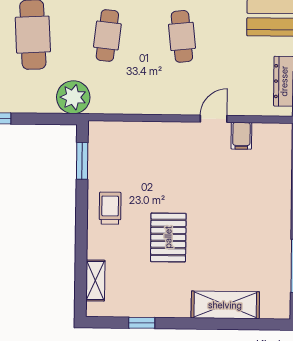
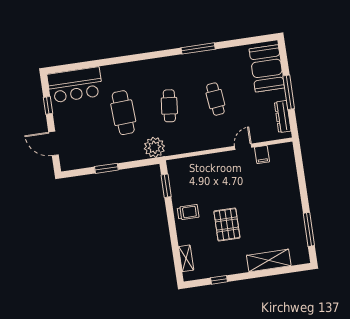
trolley: (110, 208) -> (188, 212), turned 90

